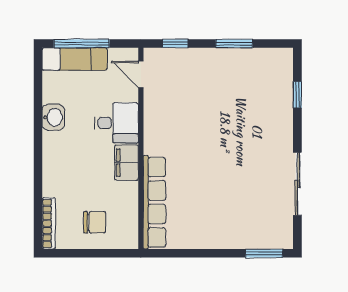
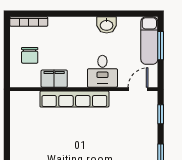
window: (82, 43) -> (161, 46), width x0.69
filing cabinet: (126, 163) -> (54, 79), moved
row of seats: (154, 202) -> (74, 99), moved

